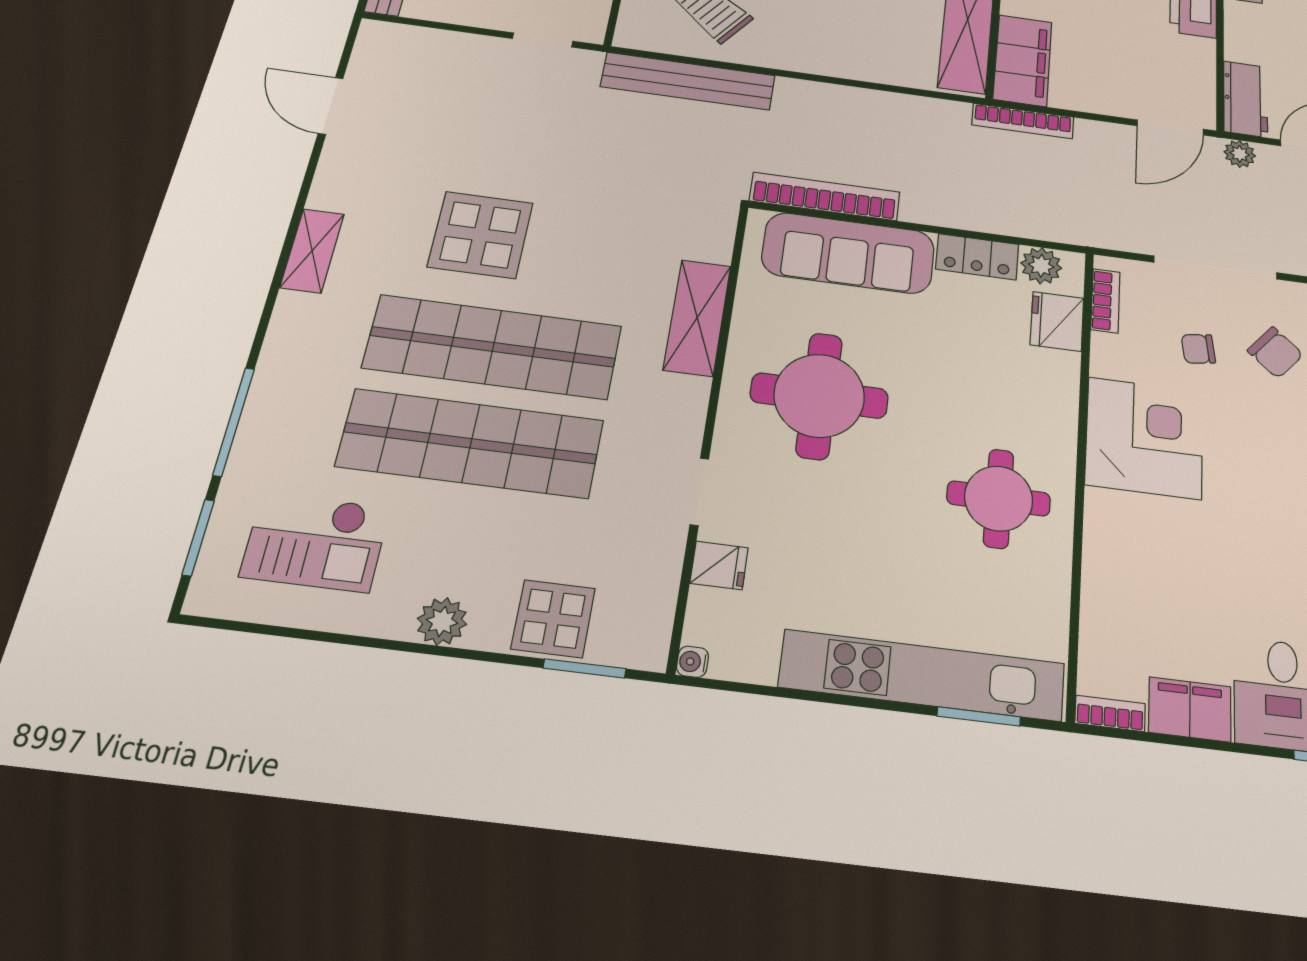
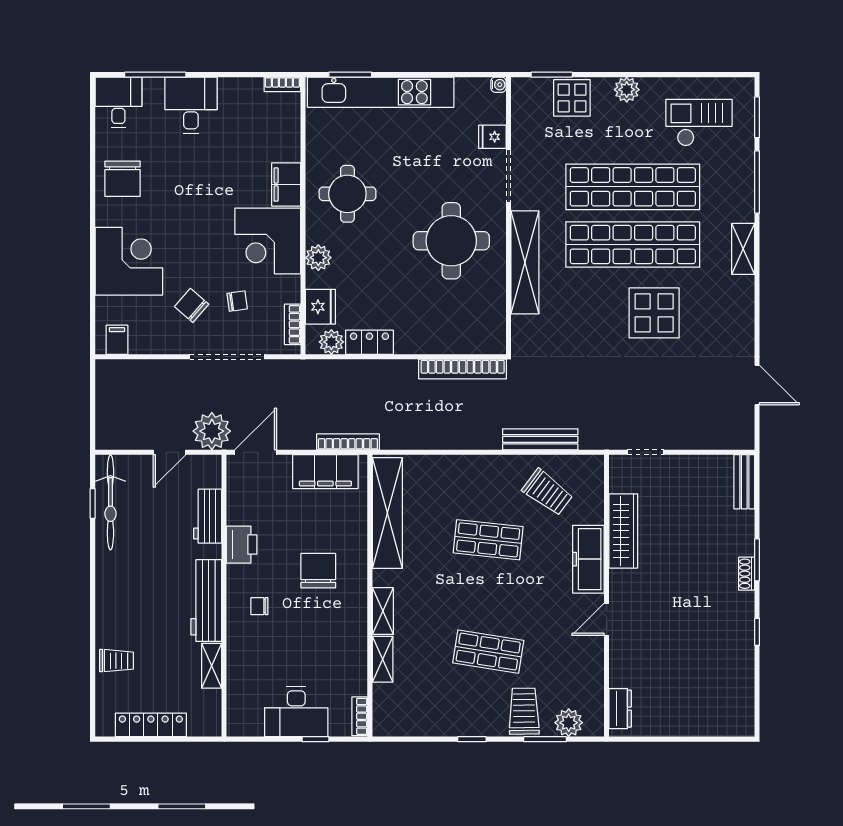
filing cabinet: (1023, 60) -> (325, 472), moved, turned -90
bench: (688, 81) -> (540, 439), width x0.73, depth x0.82
workbench: (1246, 99) -> (208, 516), moved
plant: (1240, 154) -> (212, 431), width x1.88, depth x1.88
shelving: (312, 251) -> (743, 249), moved
sofa: (848, 253) -> (445, 333), removed
shelving: (697, 318) -> (525, 262), width x1.47
plant: (1057, 399) -> (318, 258), added
doorway: (699, 492) -> (509, 176), width x1.38
filing cabinet: (1190, 709) -> (286, 185), moved, turned 90

